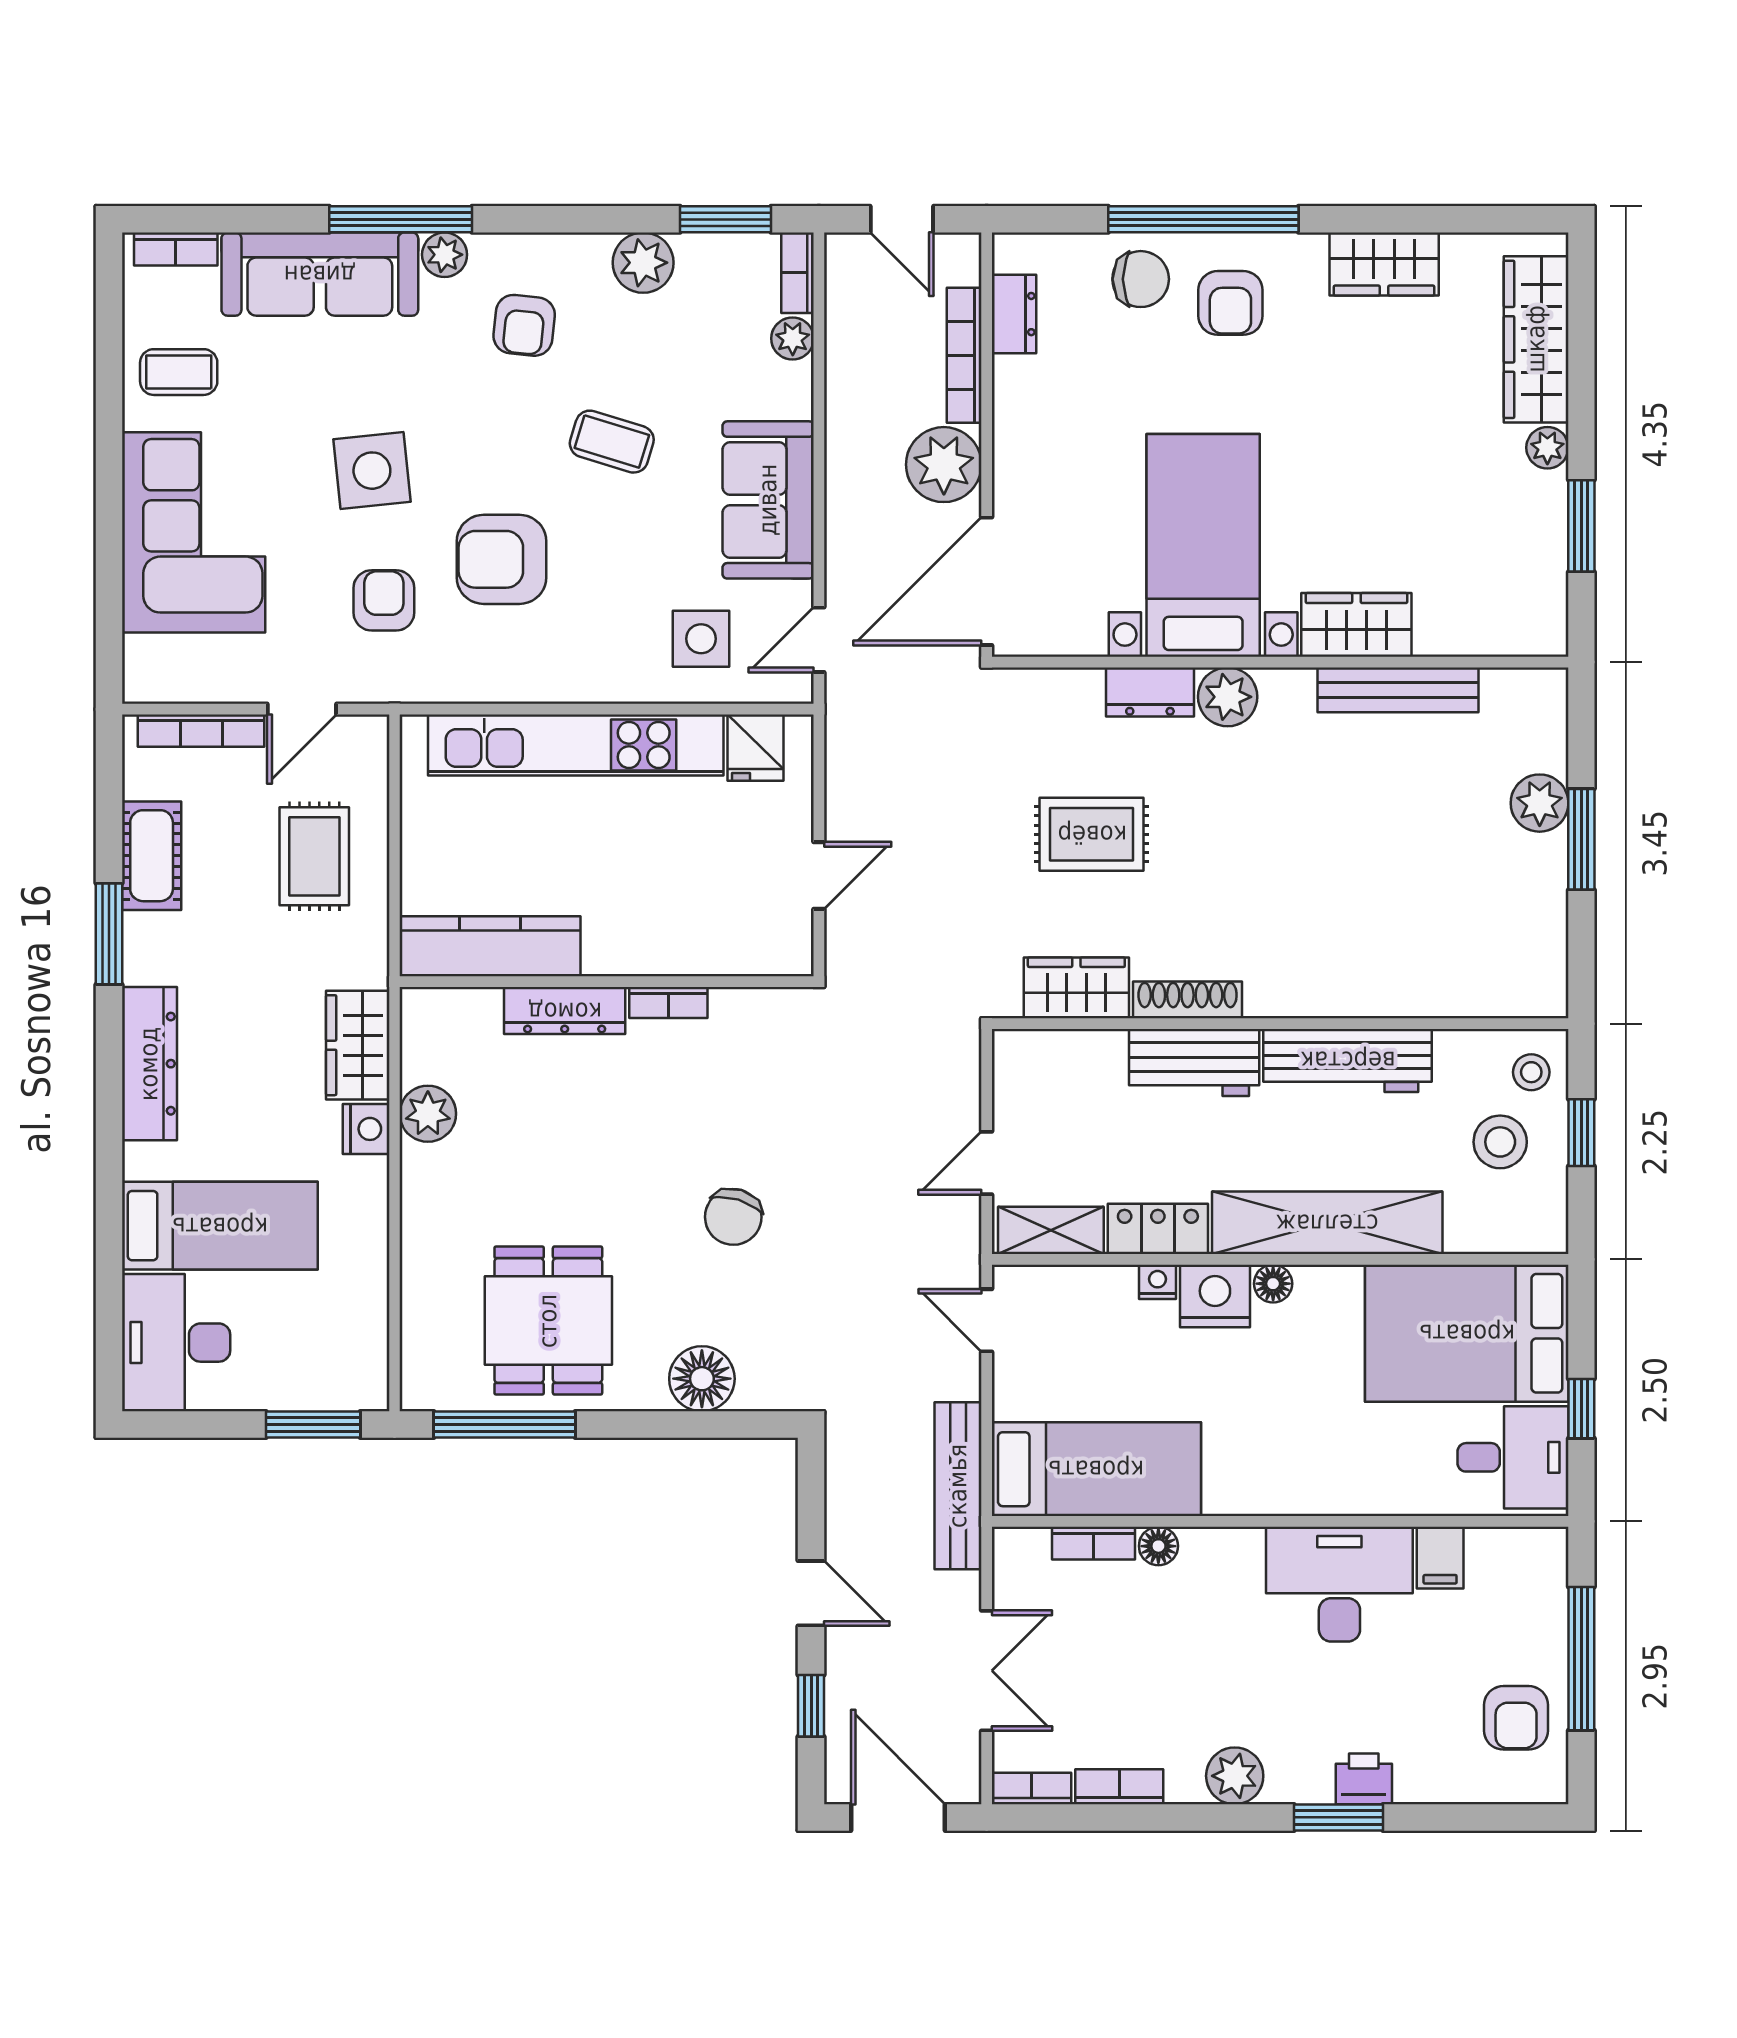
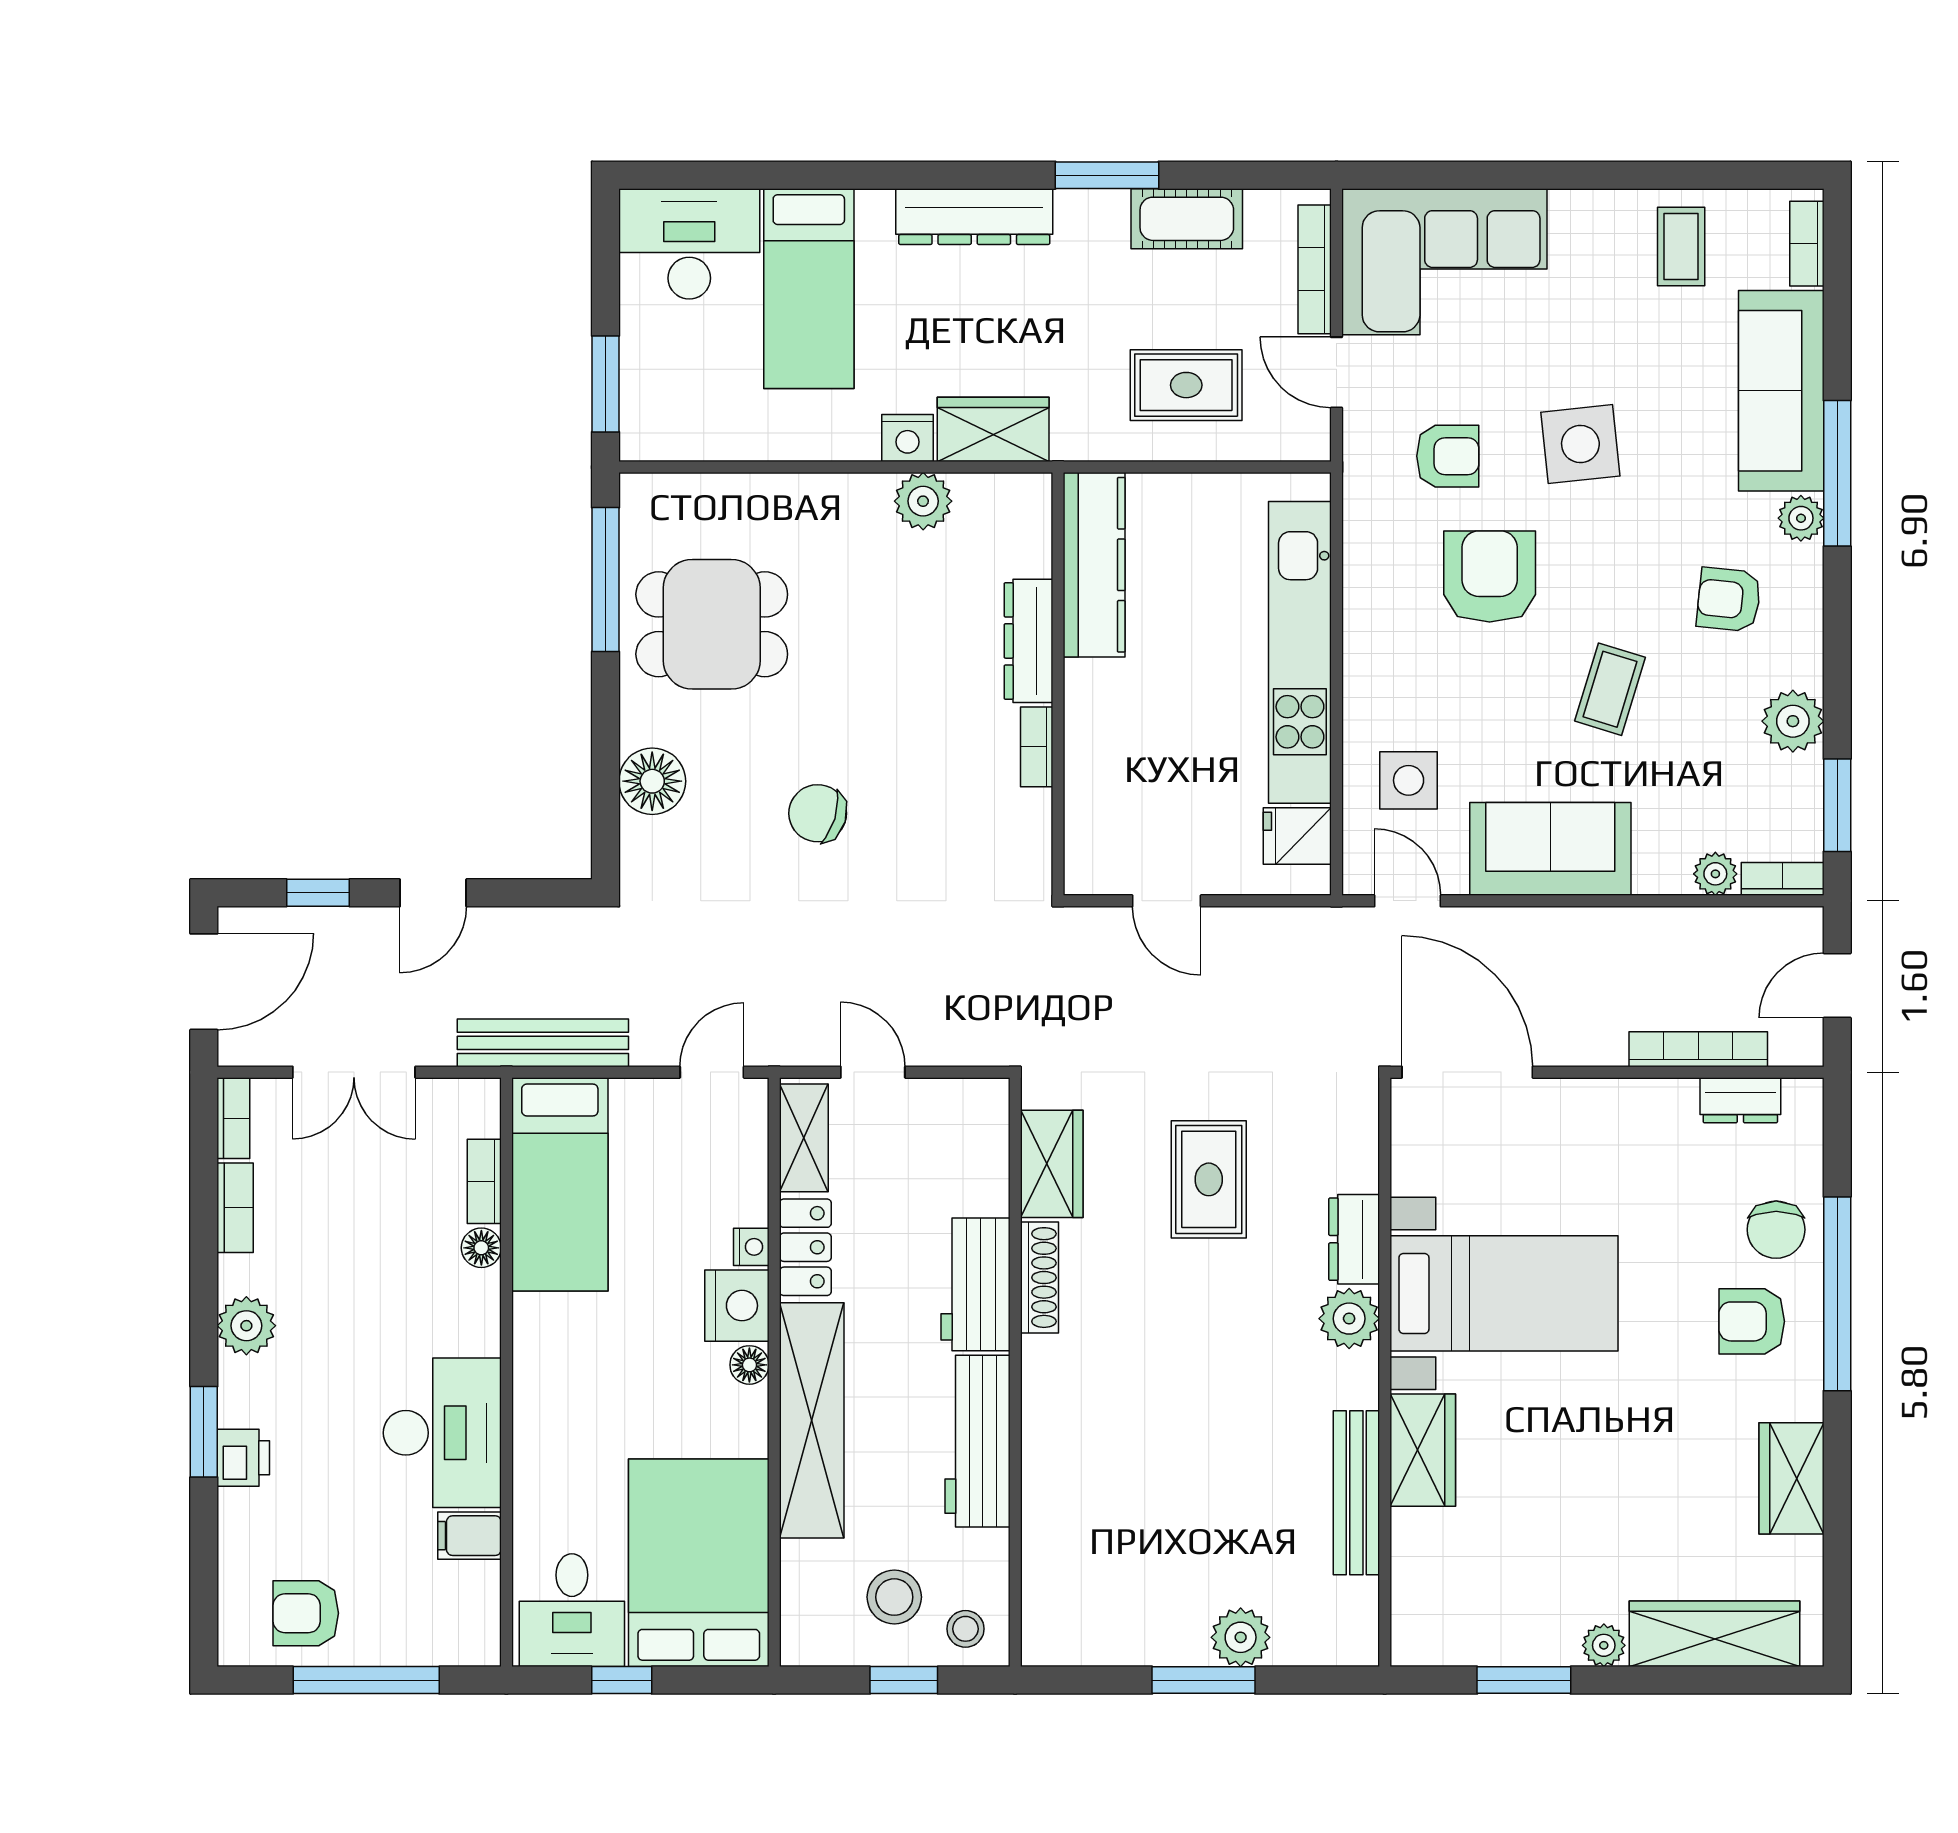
plant: (944, 465) -> (1586, 1028), removed
corner sofa: (194, 532) -> (1444, 262), moved

